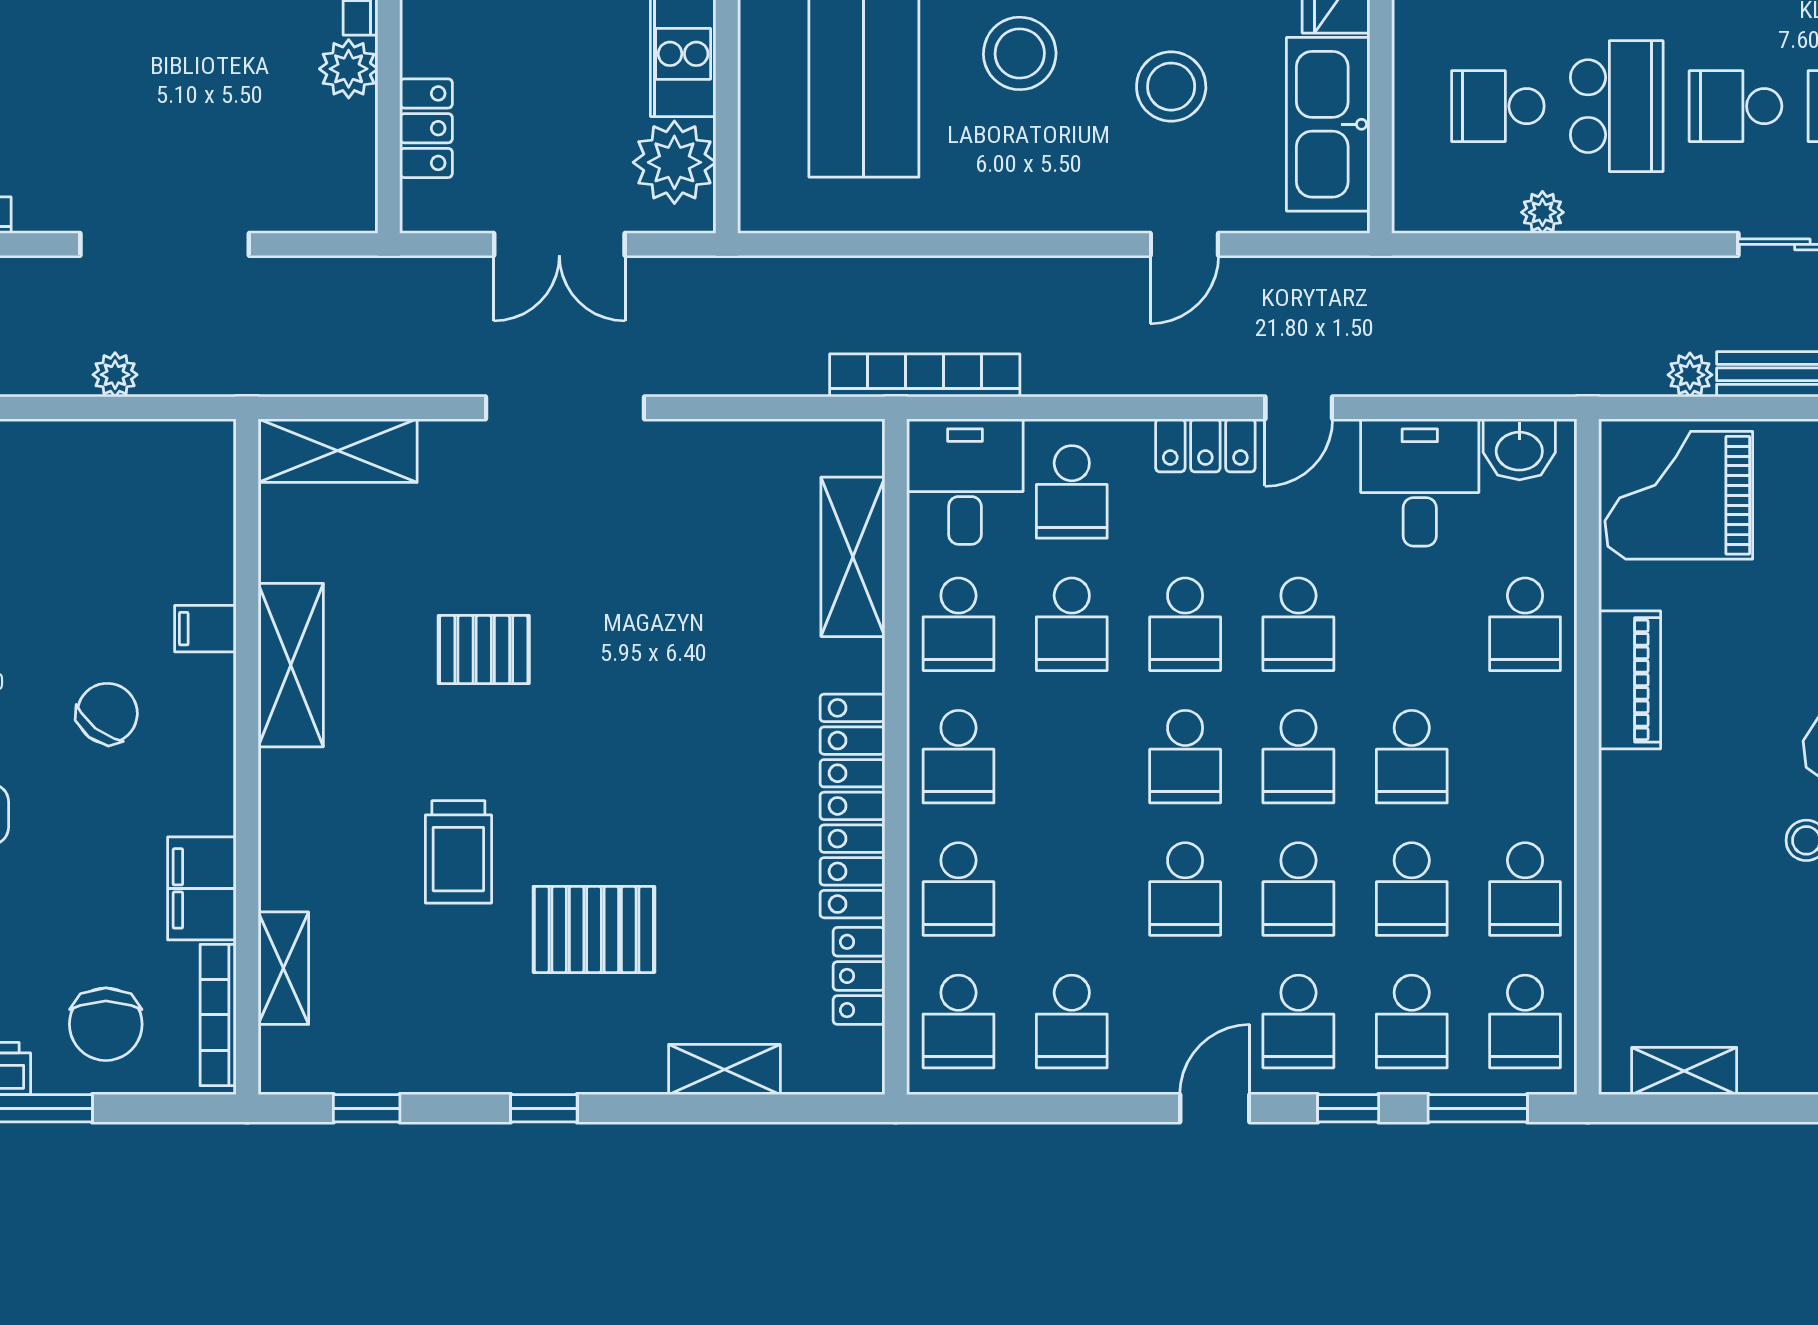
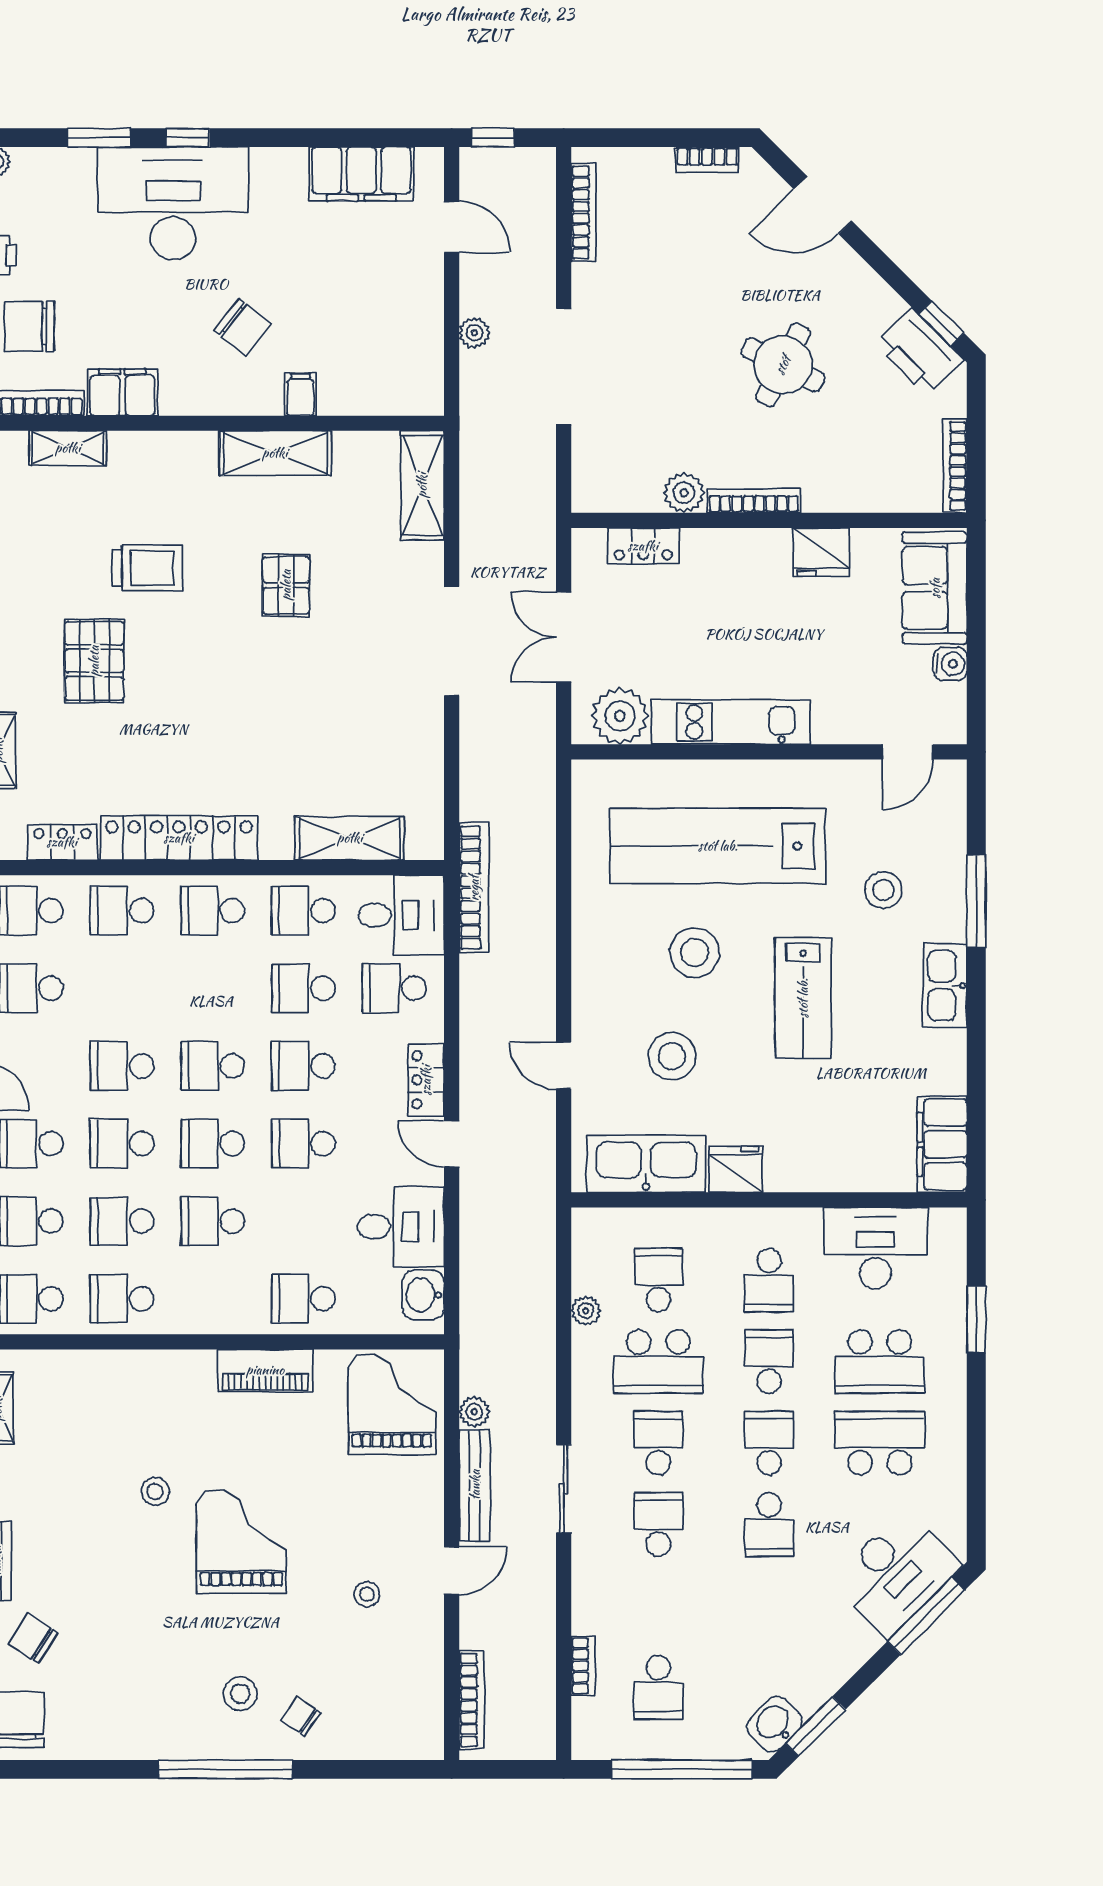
trolley: (458, 852) -> (147, 568), turned 180

